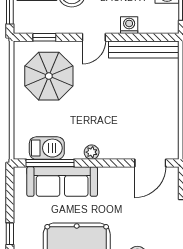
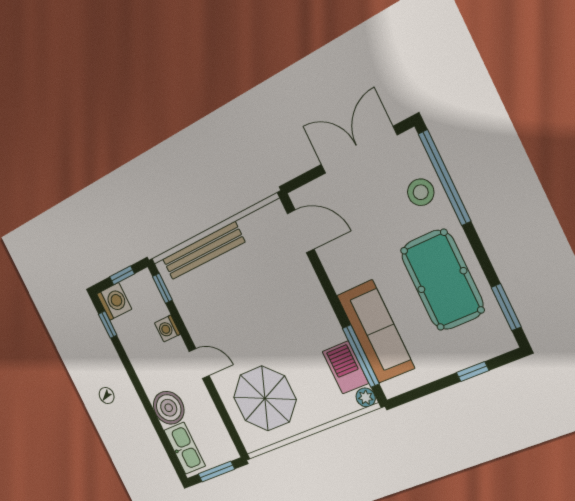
window: (44, 37) -> (162, 288), moved
bench: (144, 50) -> (203, 251), moved, turned 90
plant: (92, 152) -> (366, 397), moved

